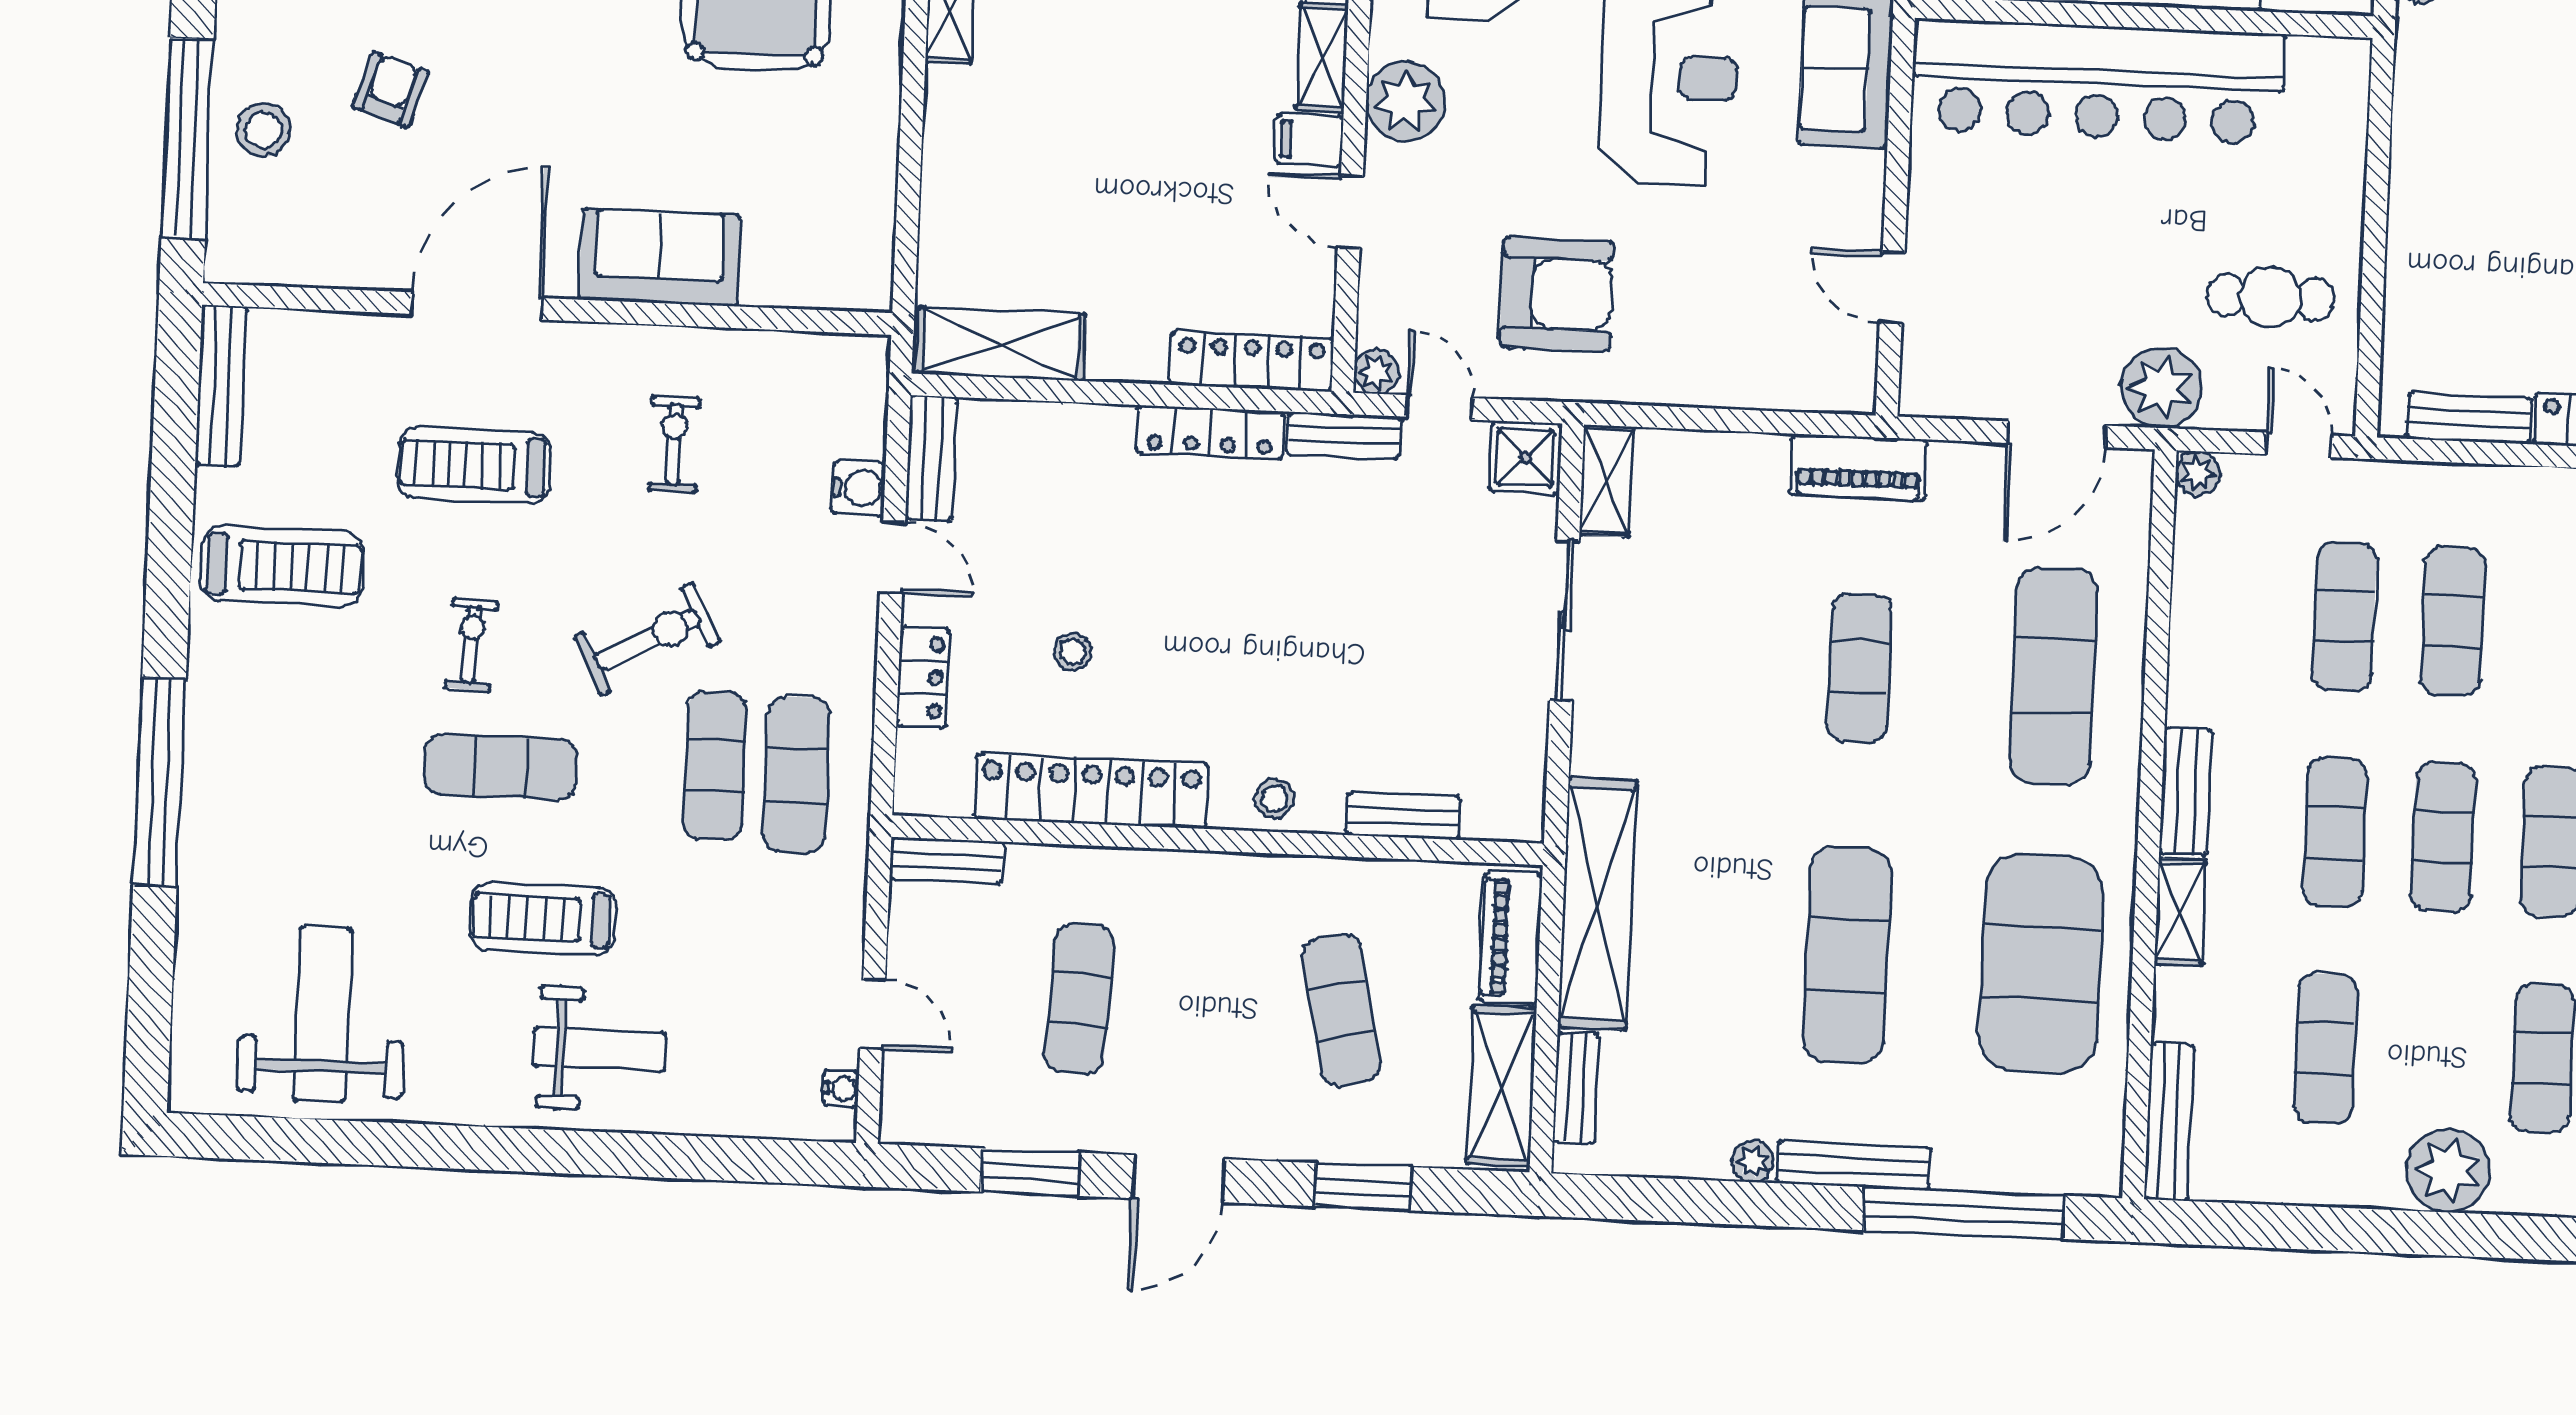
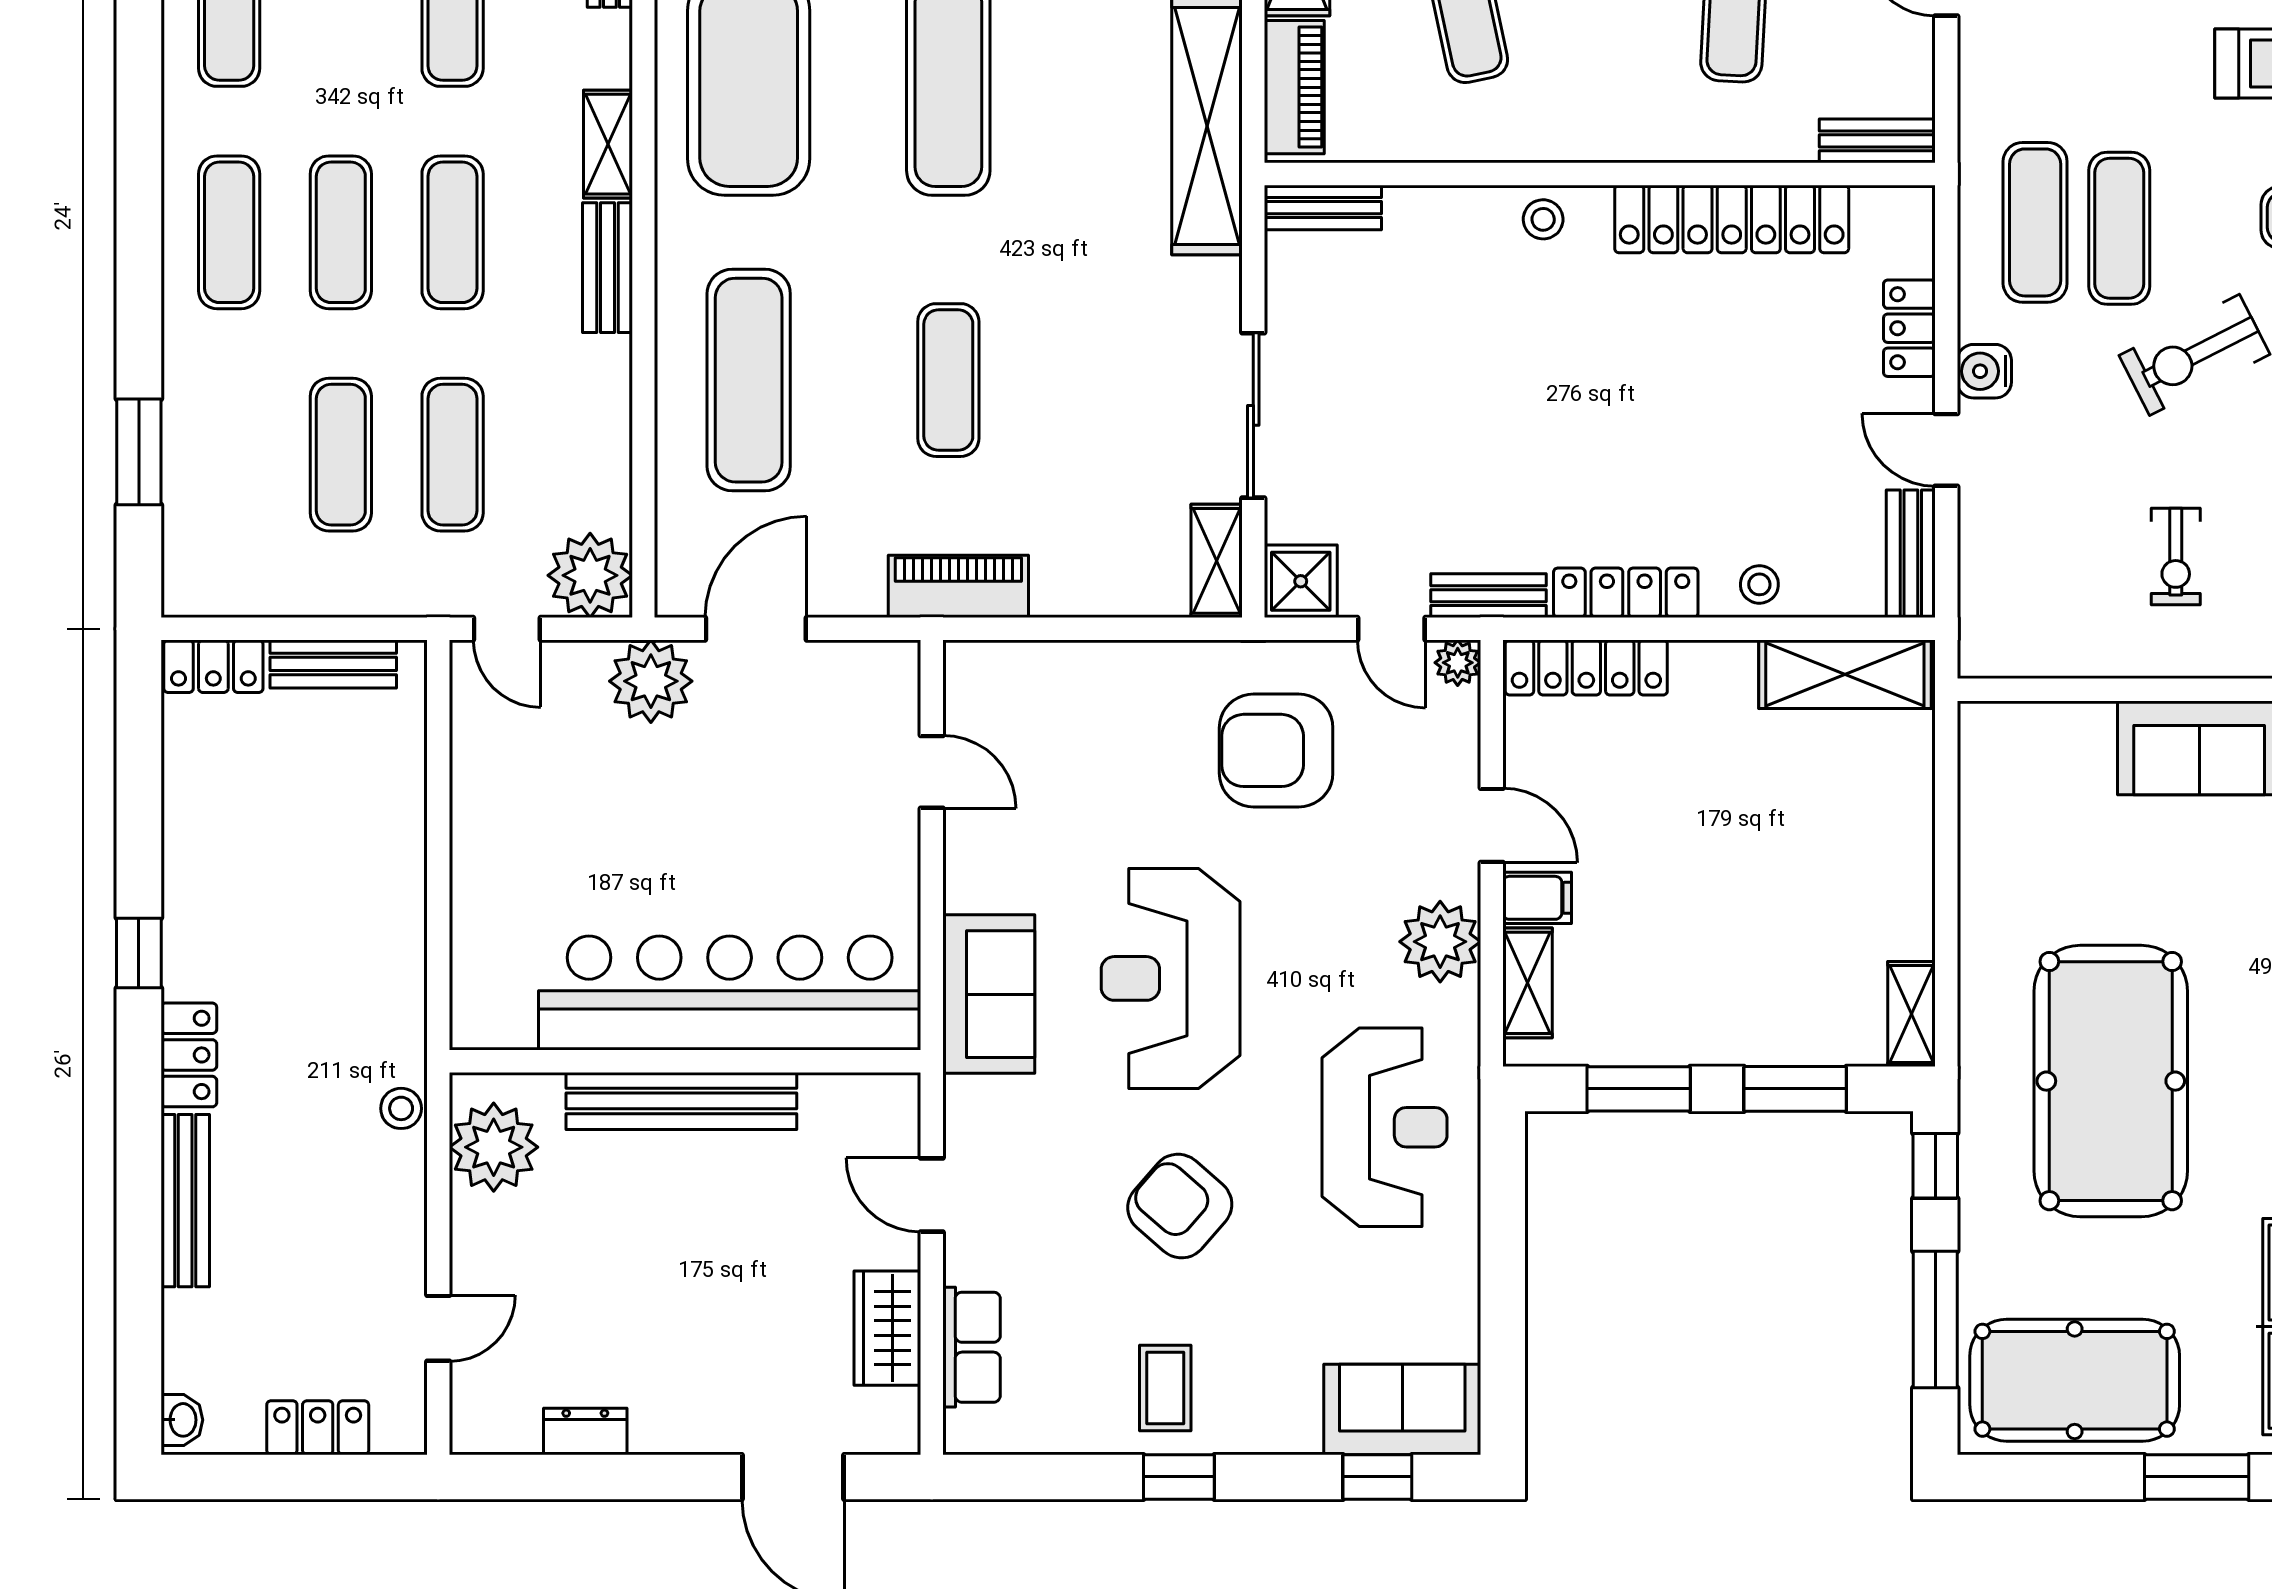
cafe table: (2270, 297) -> (543, 779), removed
plant: (2197, 473) -> (590, 575), width x1.87, depth x1.87
water cooler: (859, 488) -> (1984, 371), moved
stool: (1072, 652) -> (1759, 584), moved
bench: (1403, 816) -> (1323, 208), moved

